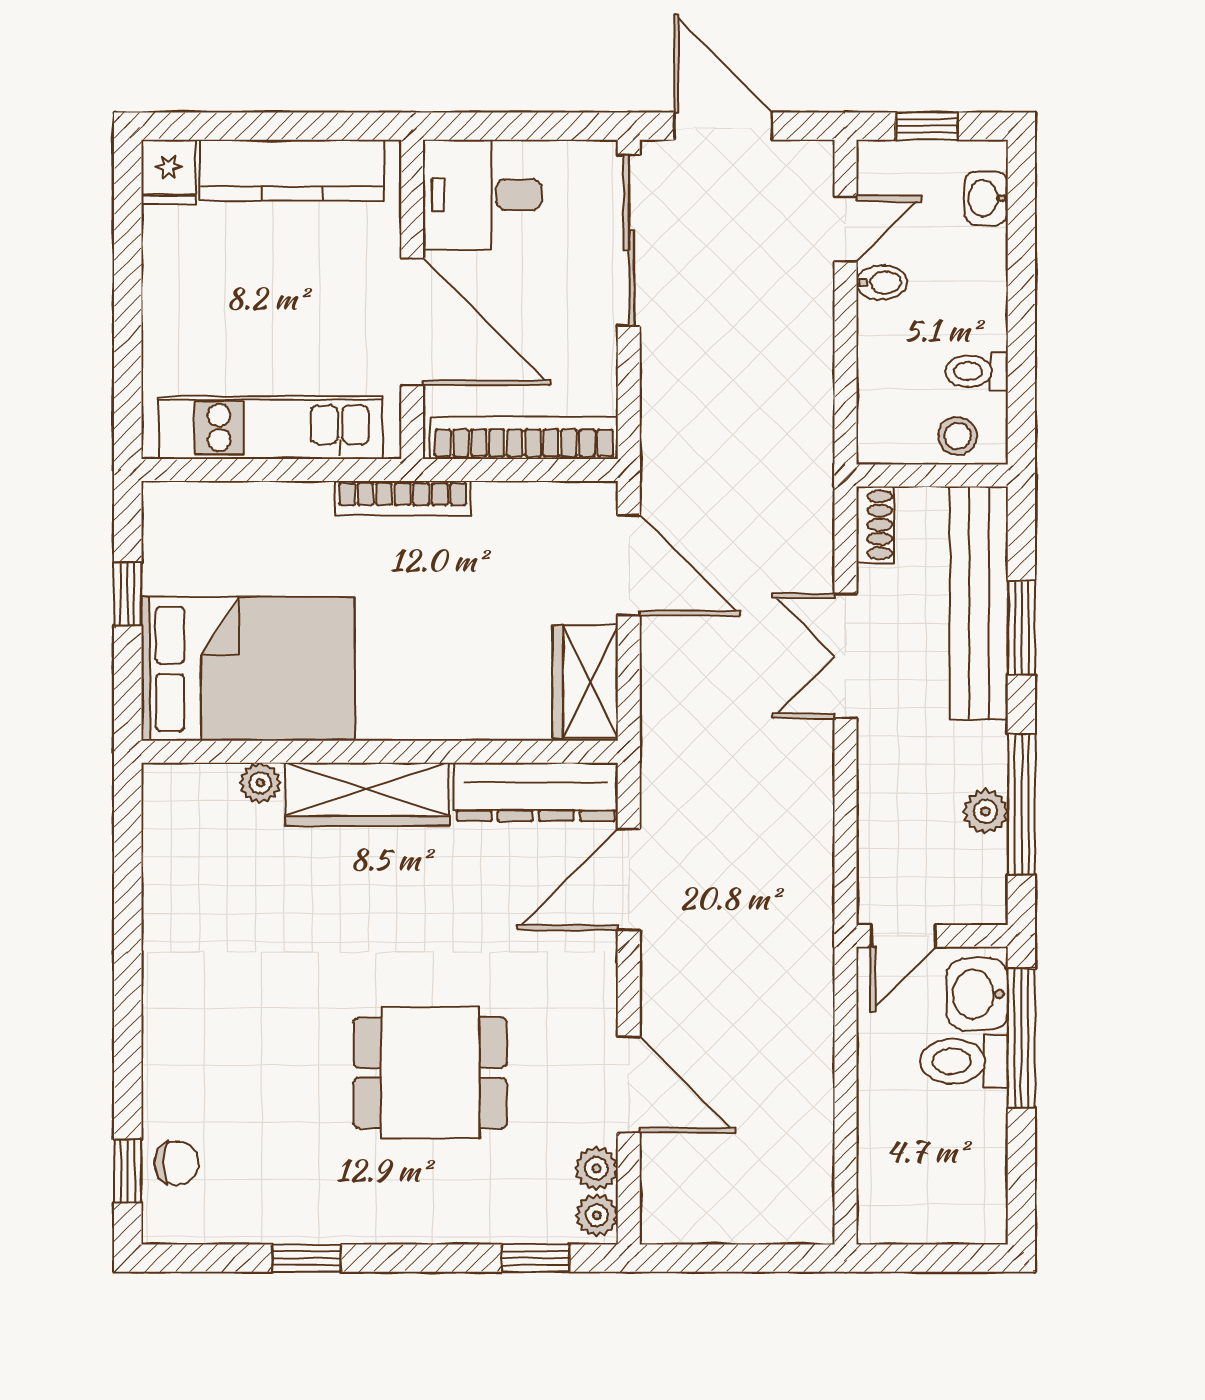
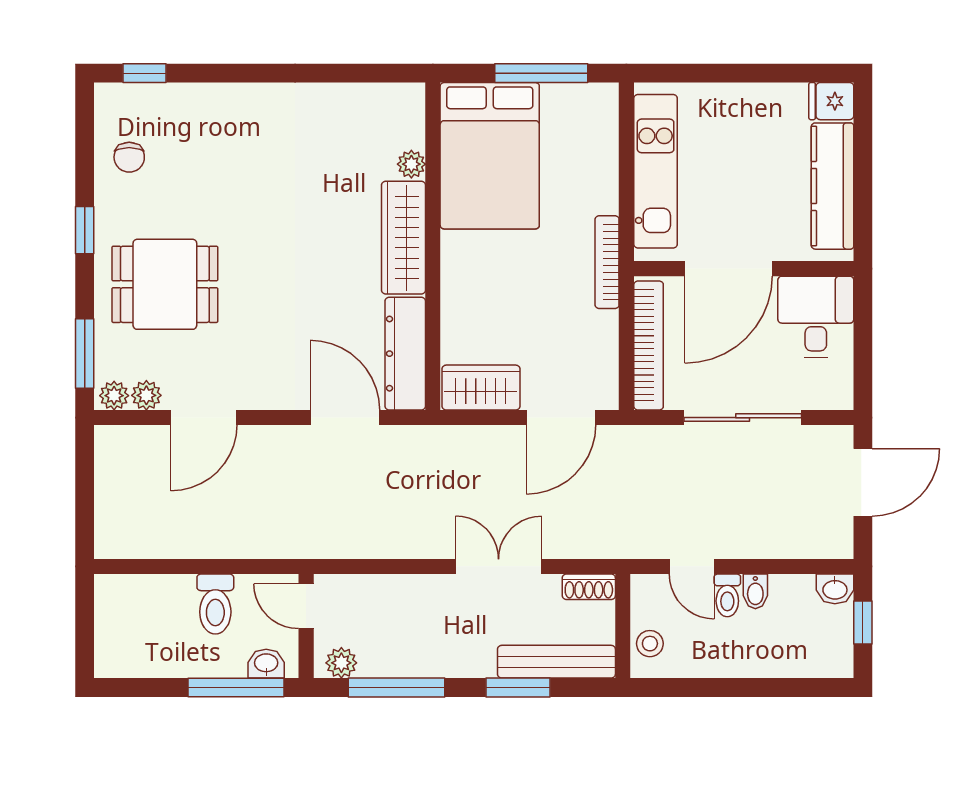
washbasin: (986, 198) -> (835, 589), moved, turned 180
door: (845, 229) -> (692, 566), moved
sliding door: (629, 240) -> (743, 418), moved
toilet: (977, 371) -> (727, 595), moved, turned 180
window: (128, 594) -> (541, 73), width x2.17
bench: (979, 603) -> (556, 662), width x0.73, depth x0.82
plant: (986, 811) -> (341, 663), moved
washbasin: (977, 994) -> (266, 664), width x0.72, depth x0.69
toilet: (964, 1061) -> (215, 604), moved, turned 180
dining table: (430, 1073) -> (165, 284), moved, turned 90
chair: (176, 1163) -> (129, 157), moved
window: (307, 1258) -> (85, 230), moved
window: (536, 1258) -> (85, 353), width x1.50

